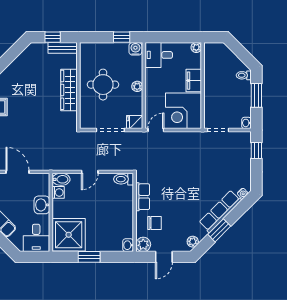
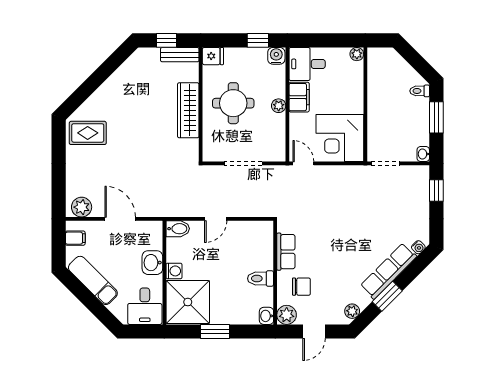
filing cabinet: (194, 81) -> (299, 97), moved, turned 180
fridge: (135, 122) -> (213, 56), moved, turned 180
door: (156, 130) -> (303, 163), hinge flipped
toilet: (124, 179) -> (260, 279), moved
washing machine: (58, 192) -> (174, 271), moved

